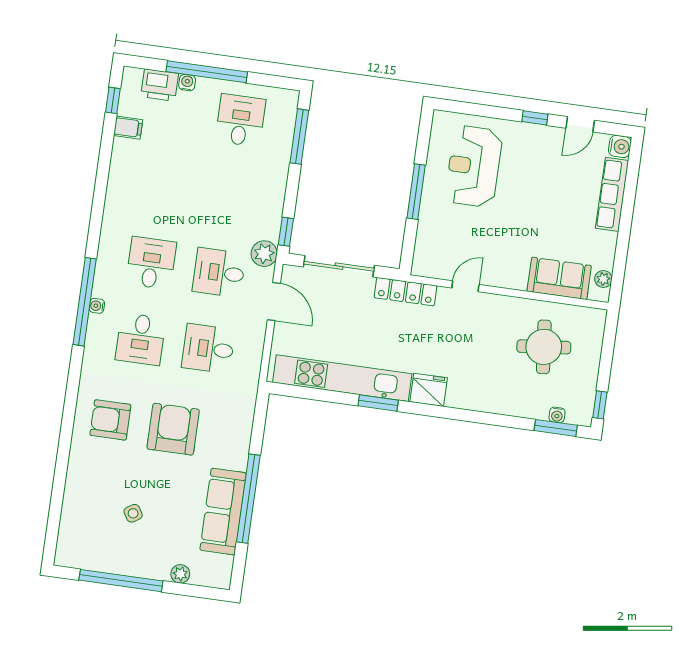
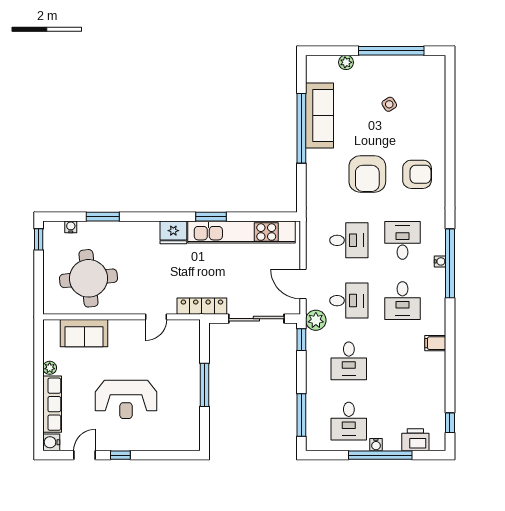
water cooler: (187, 83) -> (376, 445), moved
filing cabinet: (128, 128) -> (435, 343), moved
reception desk: (474, 166) -> (126, 399), moved, turned 90
desk: (230, 196) -> (349, 361), added
plant: (603, 279) -> (50, 368), moved
round table: (544, 347) -> (89, 278), width x1.36, depth x1.36
window: (556, 428) -> (103, 217), moved

